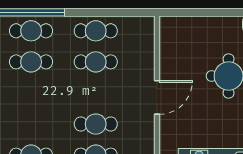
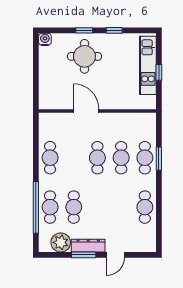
cafe table: (96, 62) -> (97, 158), moved
door: (157, 97) -> (86, 111), moved

